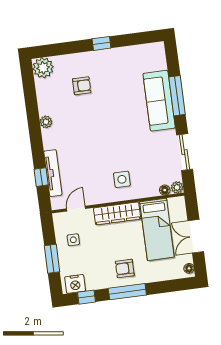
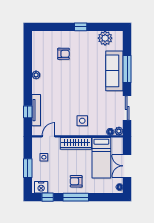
plant: (43, 68) -> (105, 38), moved

